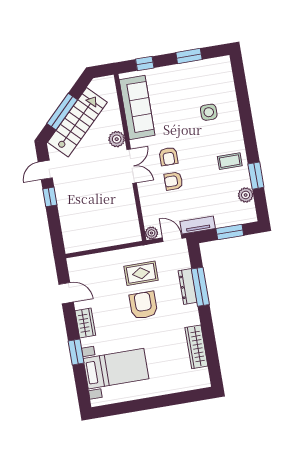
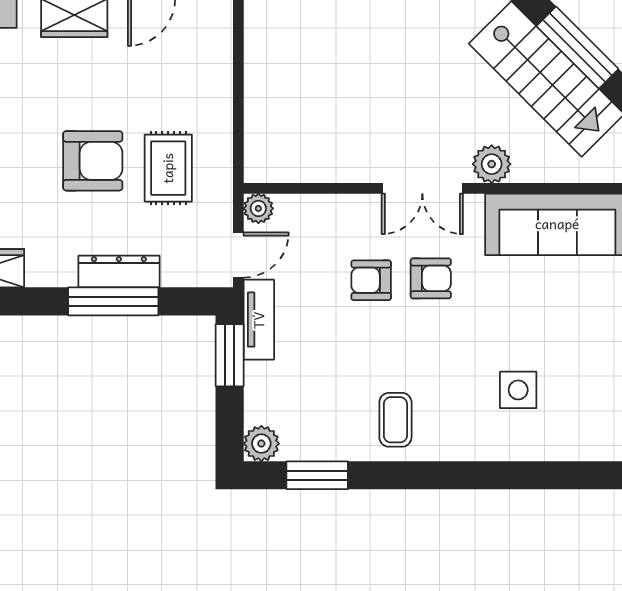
armchair: (168, 156) -> (431, 278), turned 180
window: (256, 176) -> (317, 475), moved
armchair: (173, 181) -> (371, 280), turned -90
plant: (246, 195) -> (261, 444), moved
window: (230, 232) -> (230, 355), moved

